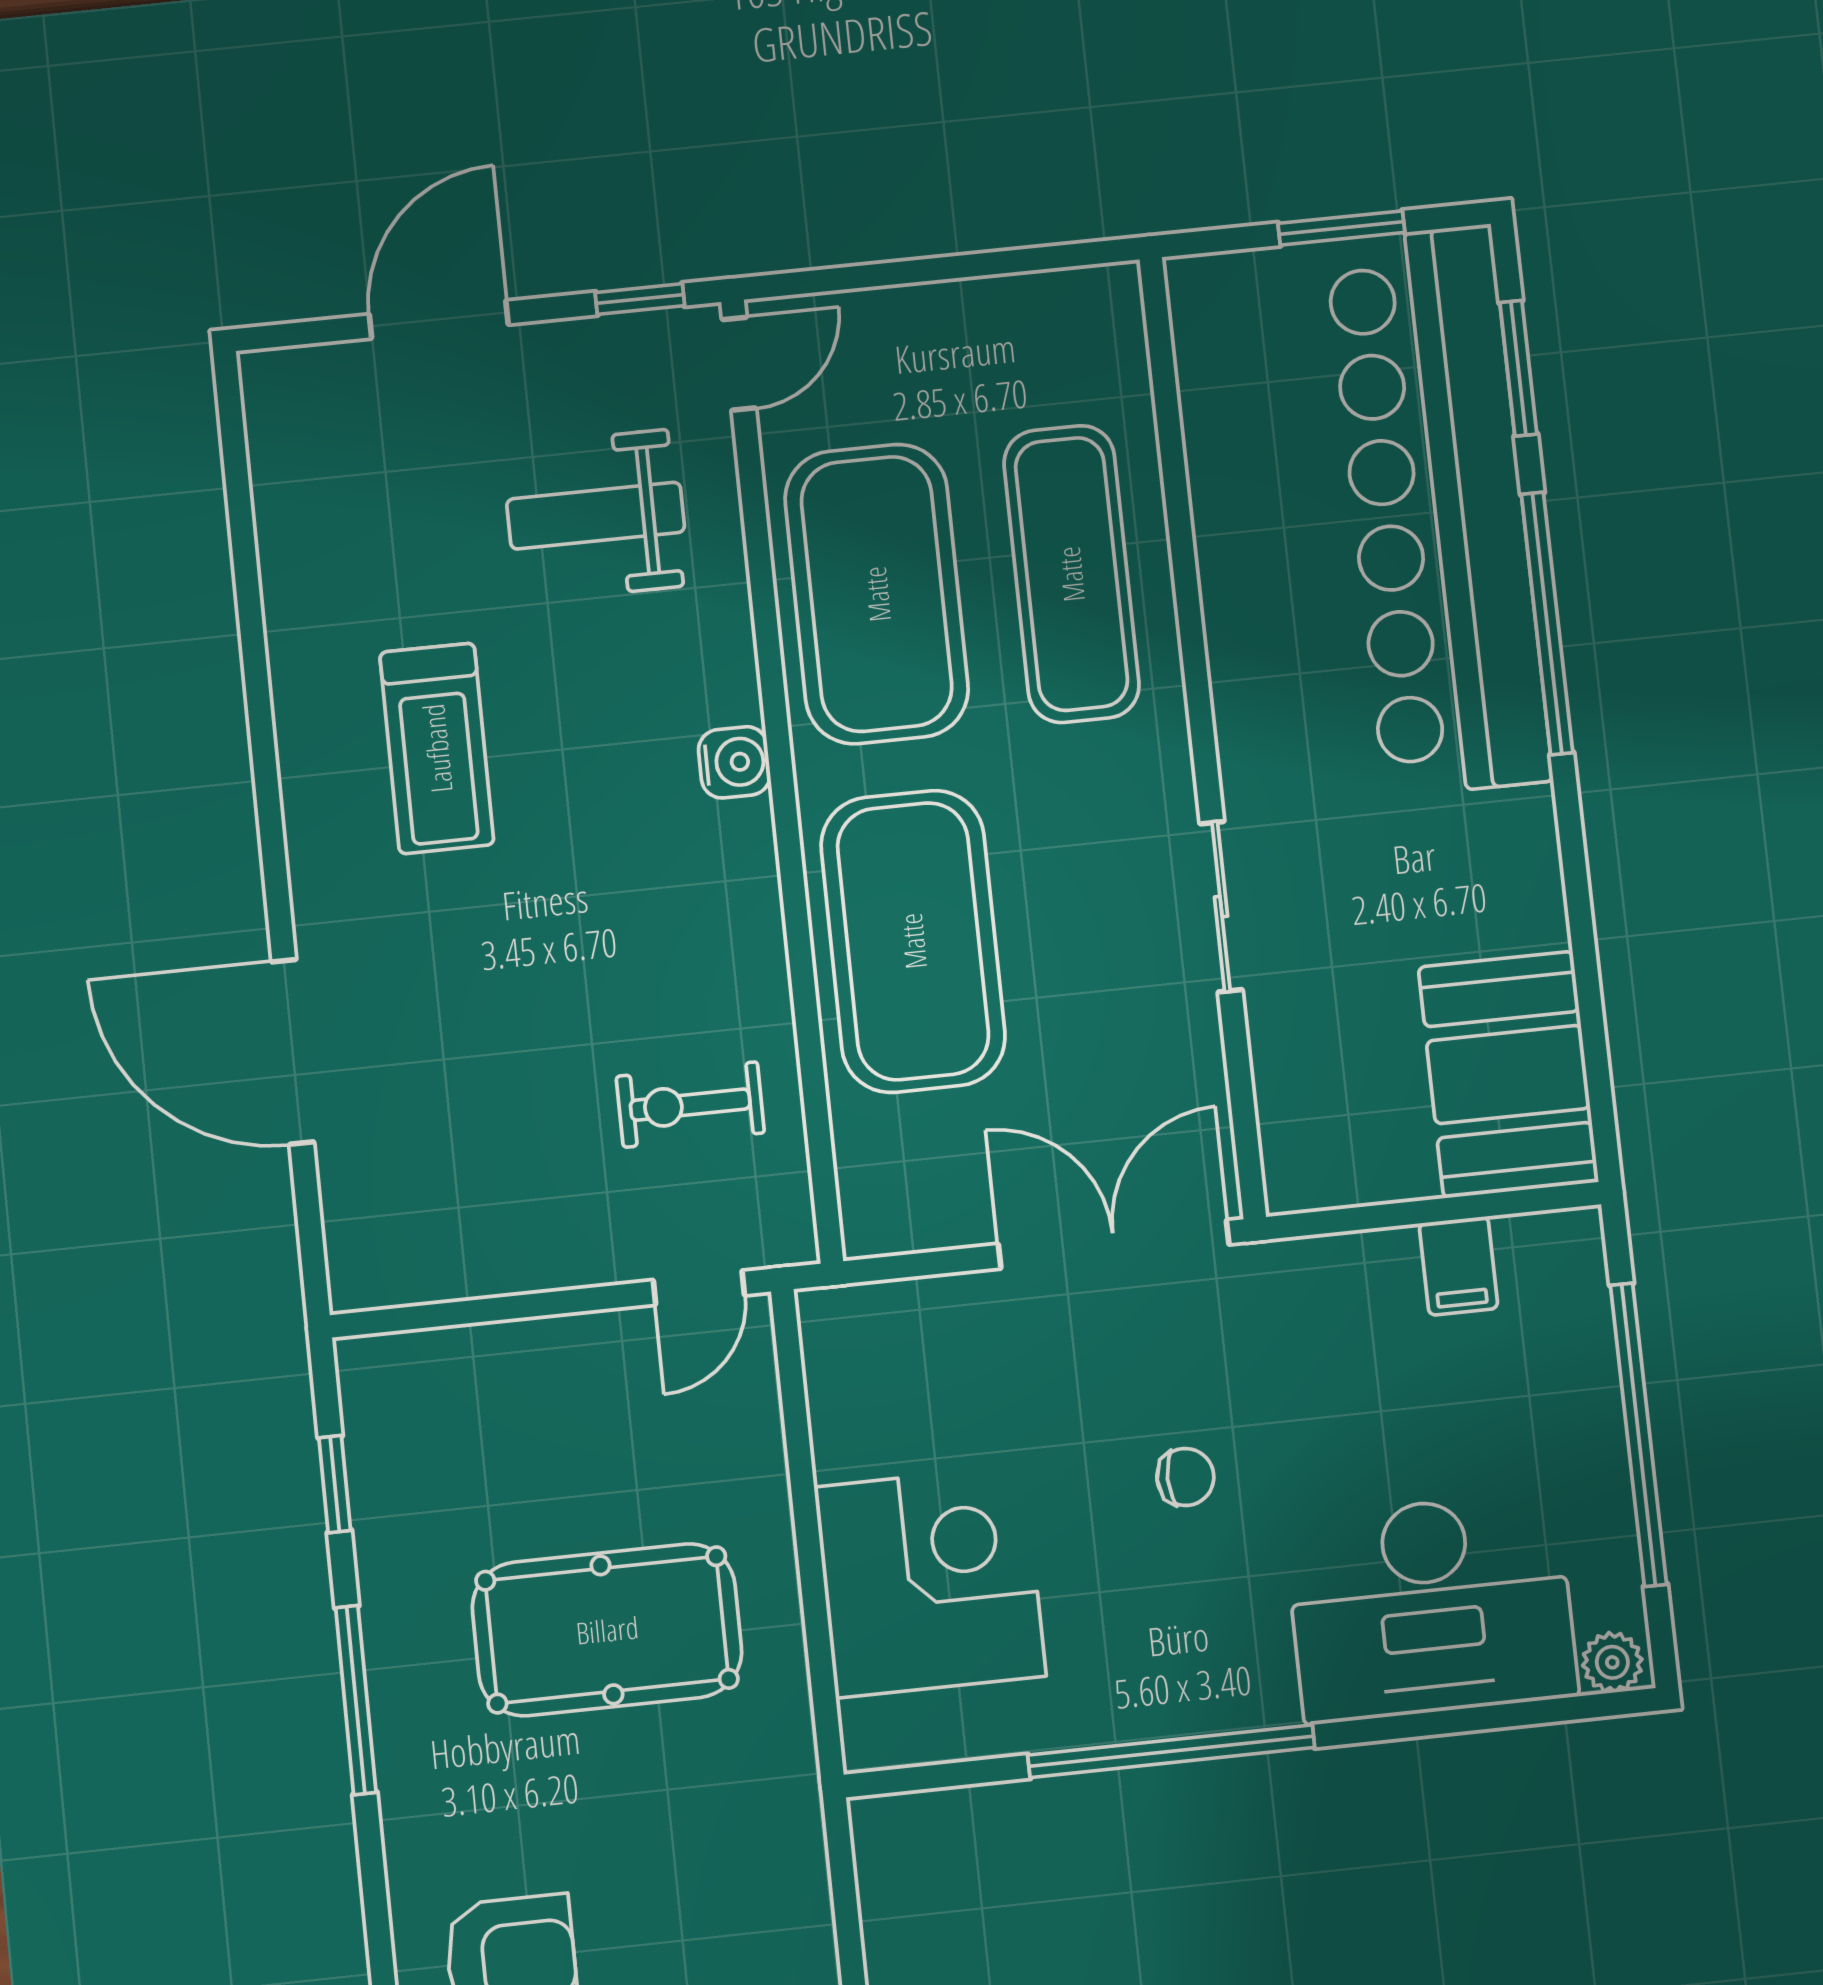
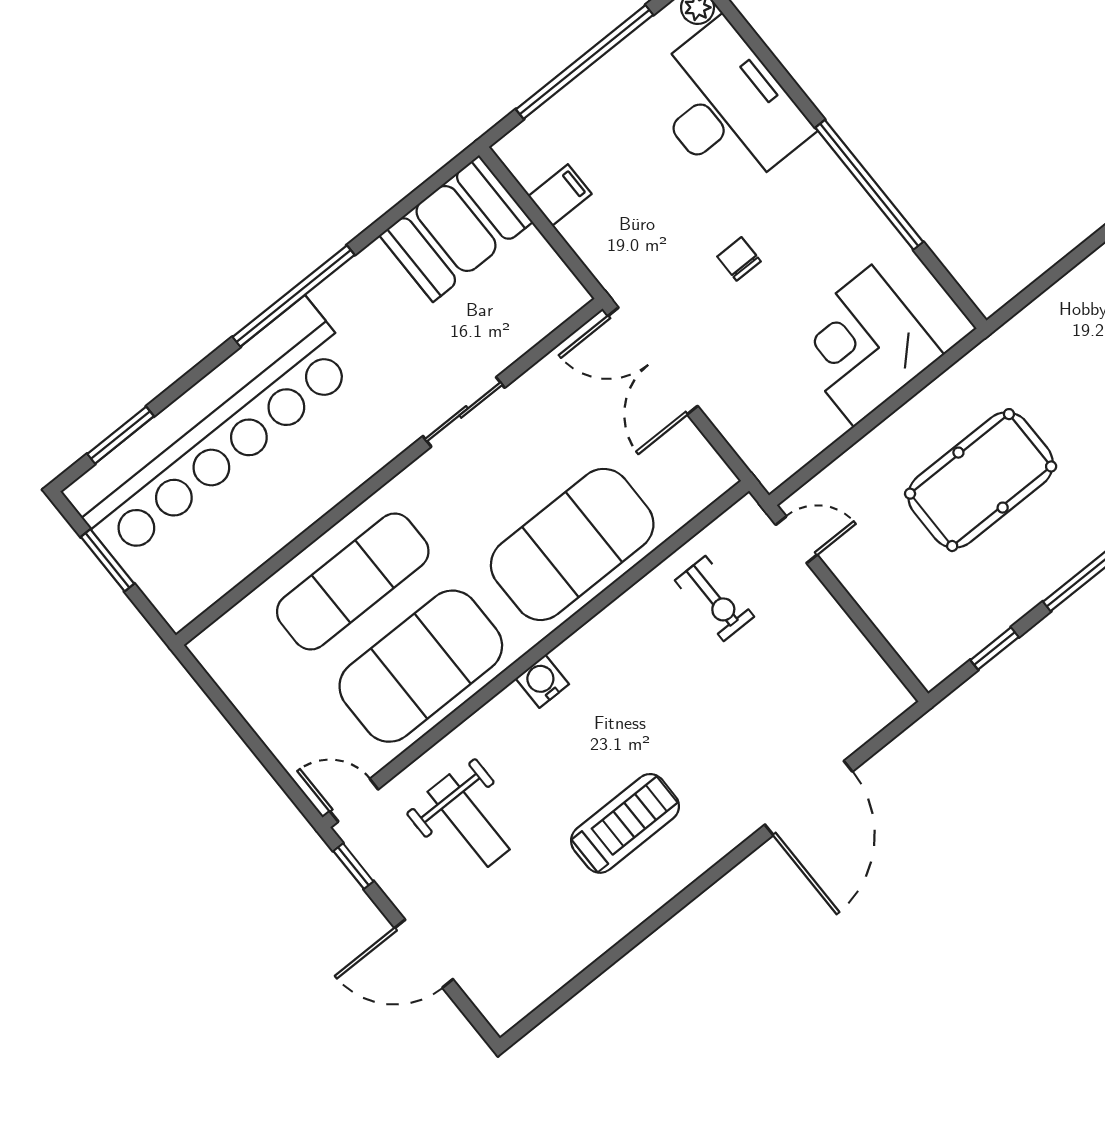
window: (1547, 623) -> (294, 296), moved
pool table: (607, 1630) -> (981, 480), turned 90

